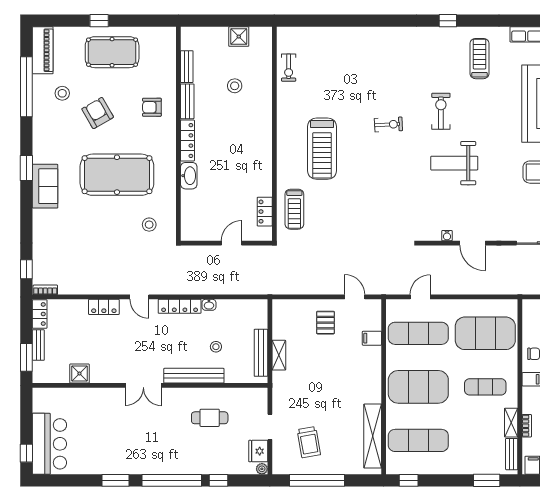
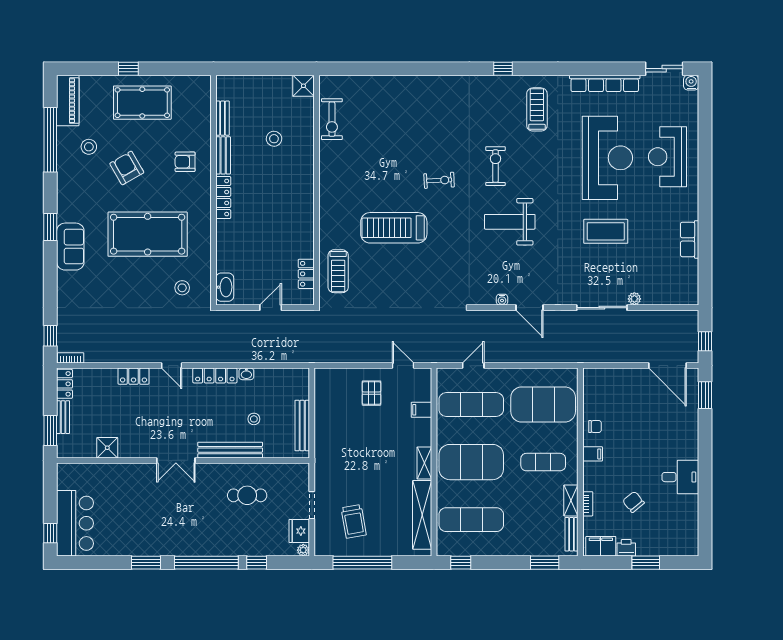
shower: (239, 37) -> (303, 86), moved
exercise bike: (289, 68) -> (332, 119), width x1.38, depth x1.39
treadmill: (322, 149) -> (394, 228), moved, turned 90
washbasin: (189, 176) -> (225, 287), moved
shelving: (279, 355) -> (424, 463), moved

